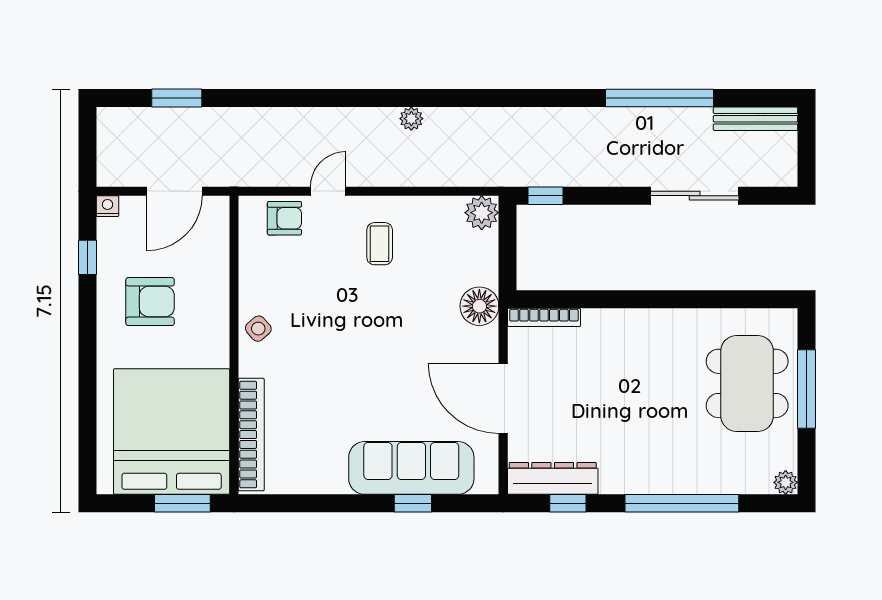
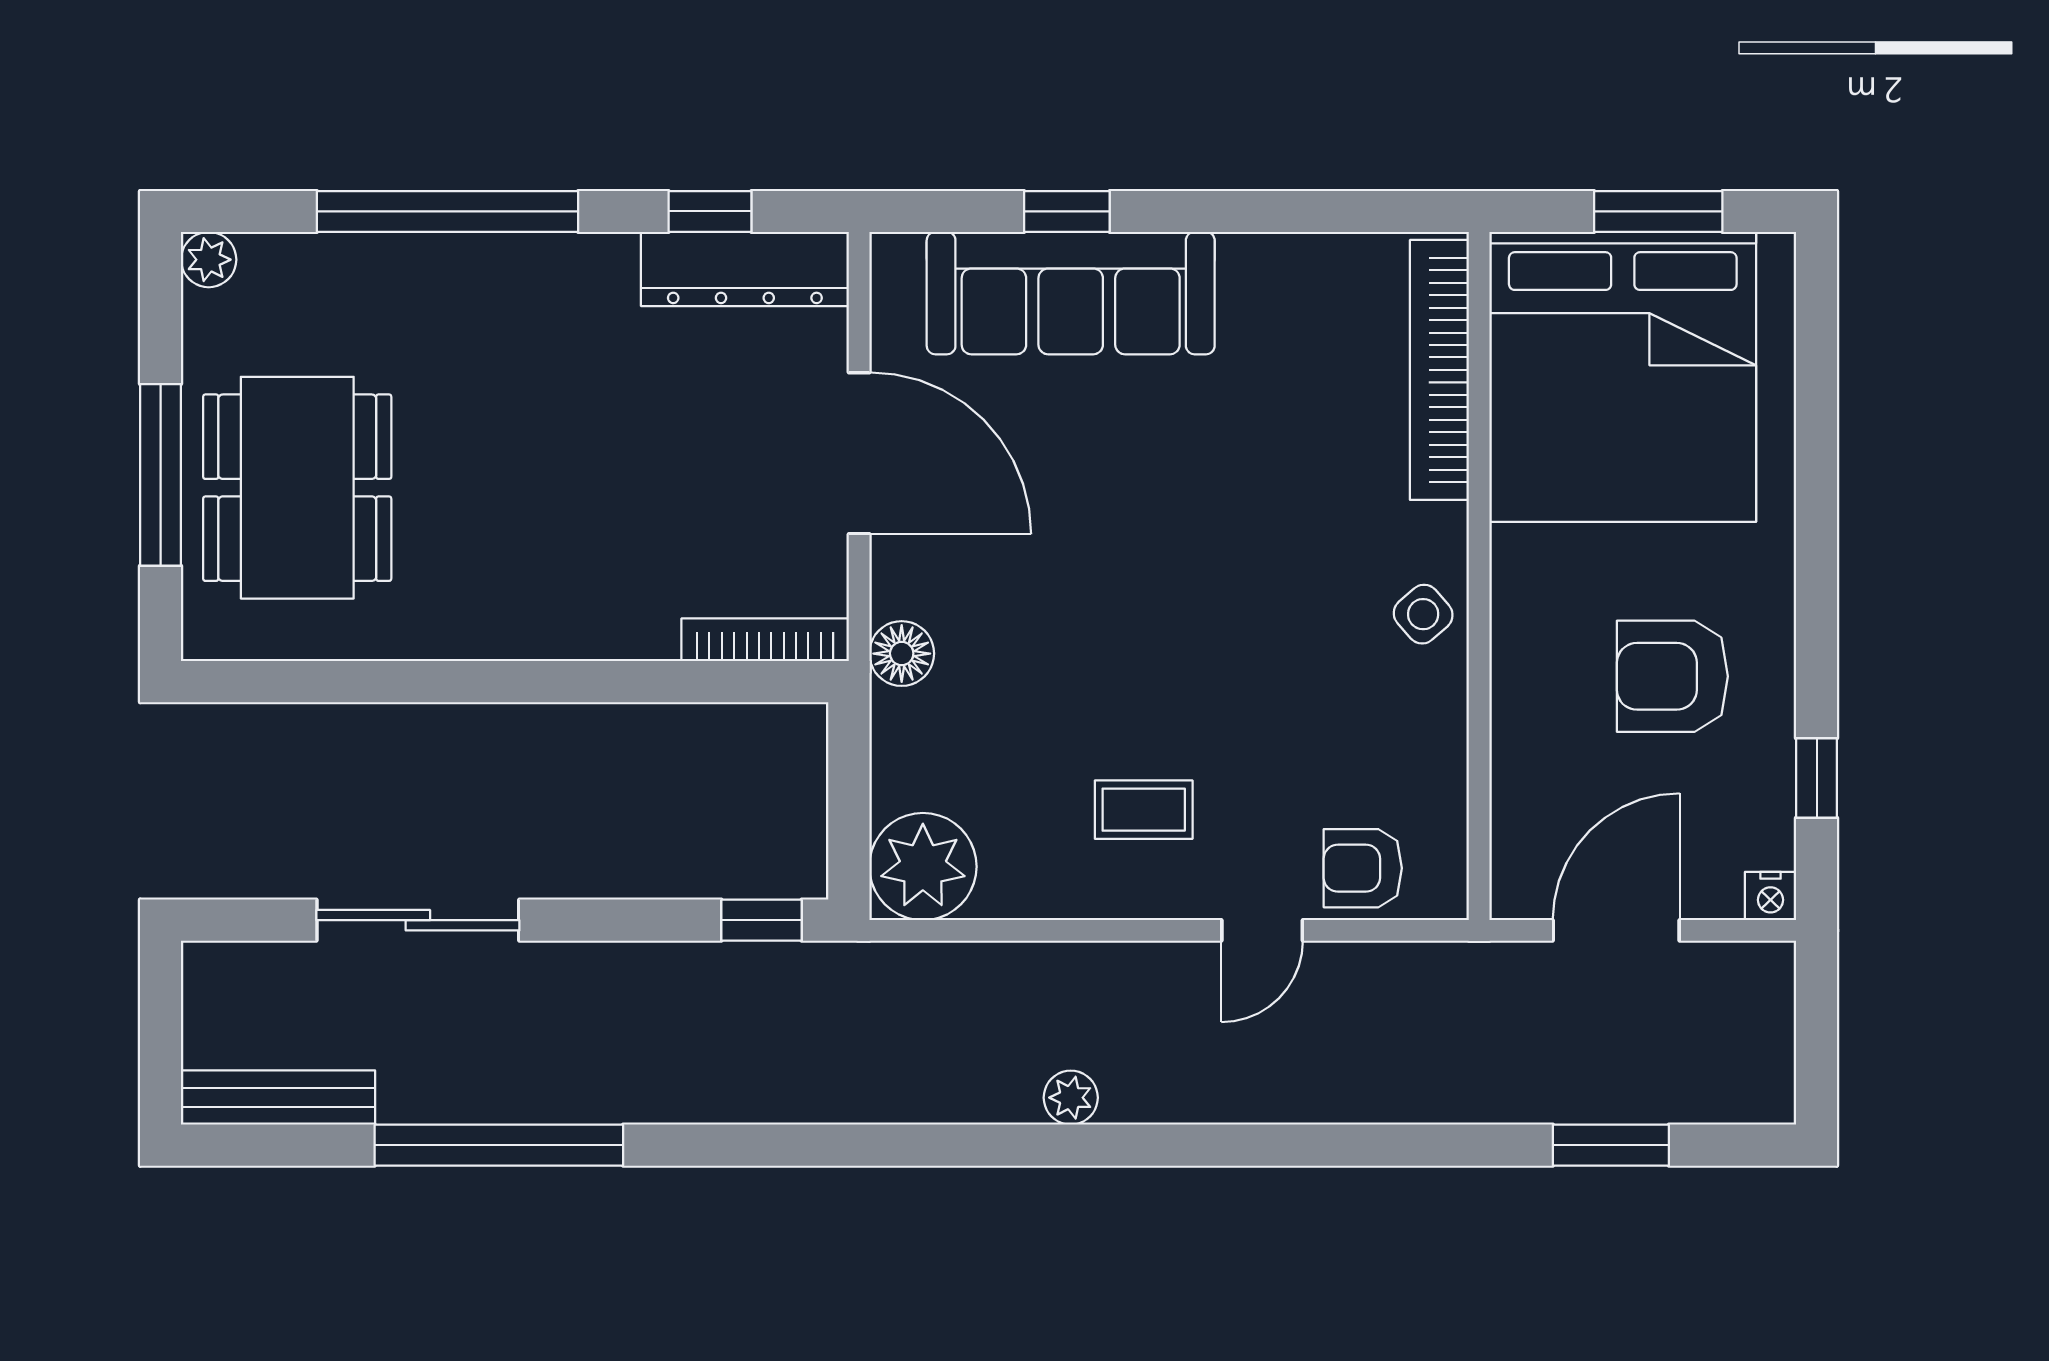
plant: (482, 213) -> (923, 867), width x1.36, depth x1.36
coffee table: (380, 244) -> (1144, 810), turned 90
floor lamp: (479, 306) -> (902, 654), width x0.73, depth x0.73
window: (182, 503) -> (1658, 211), moved

